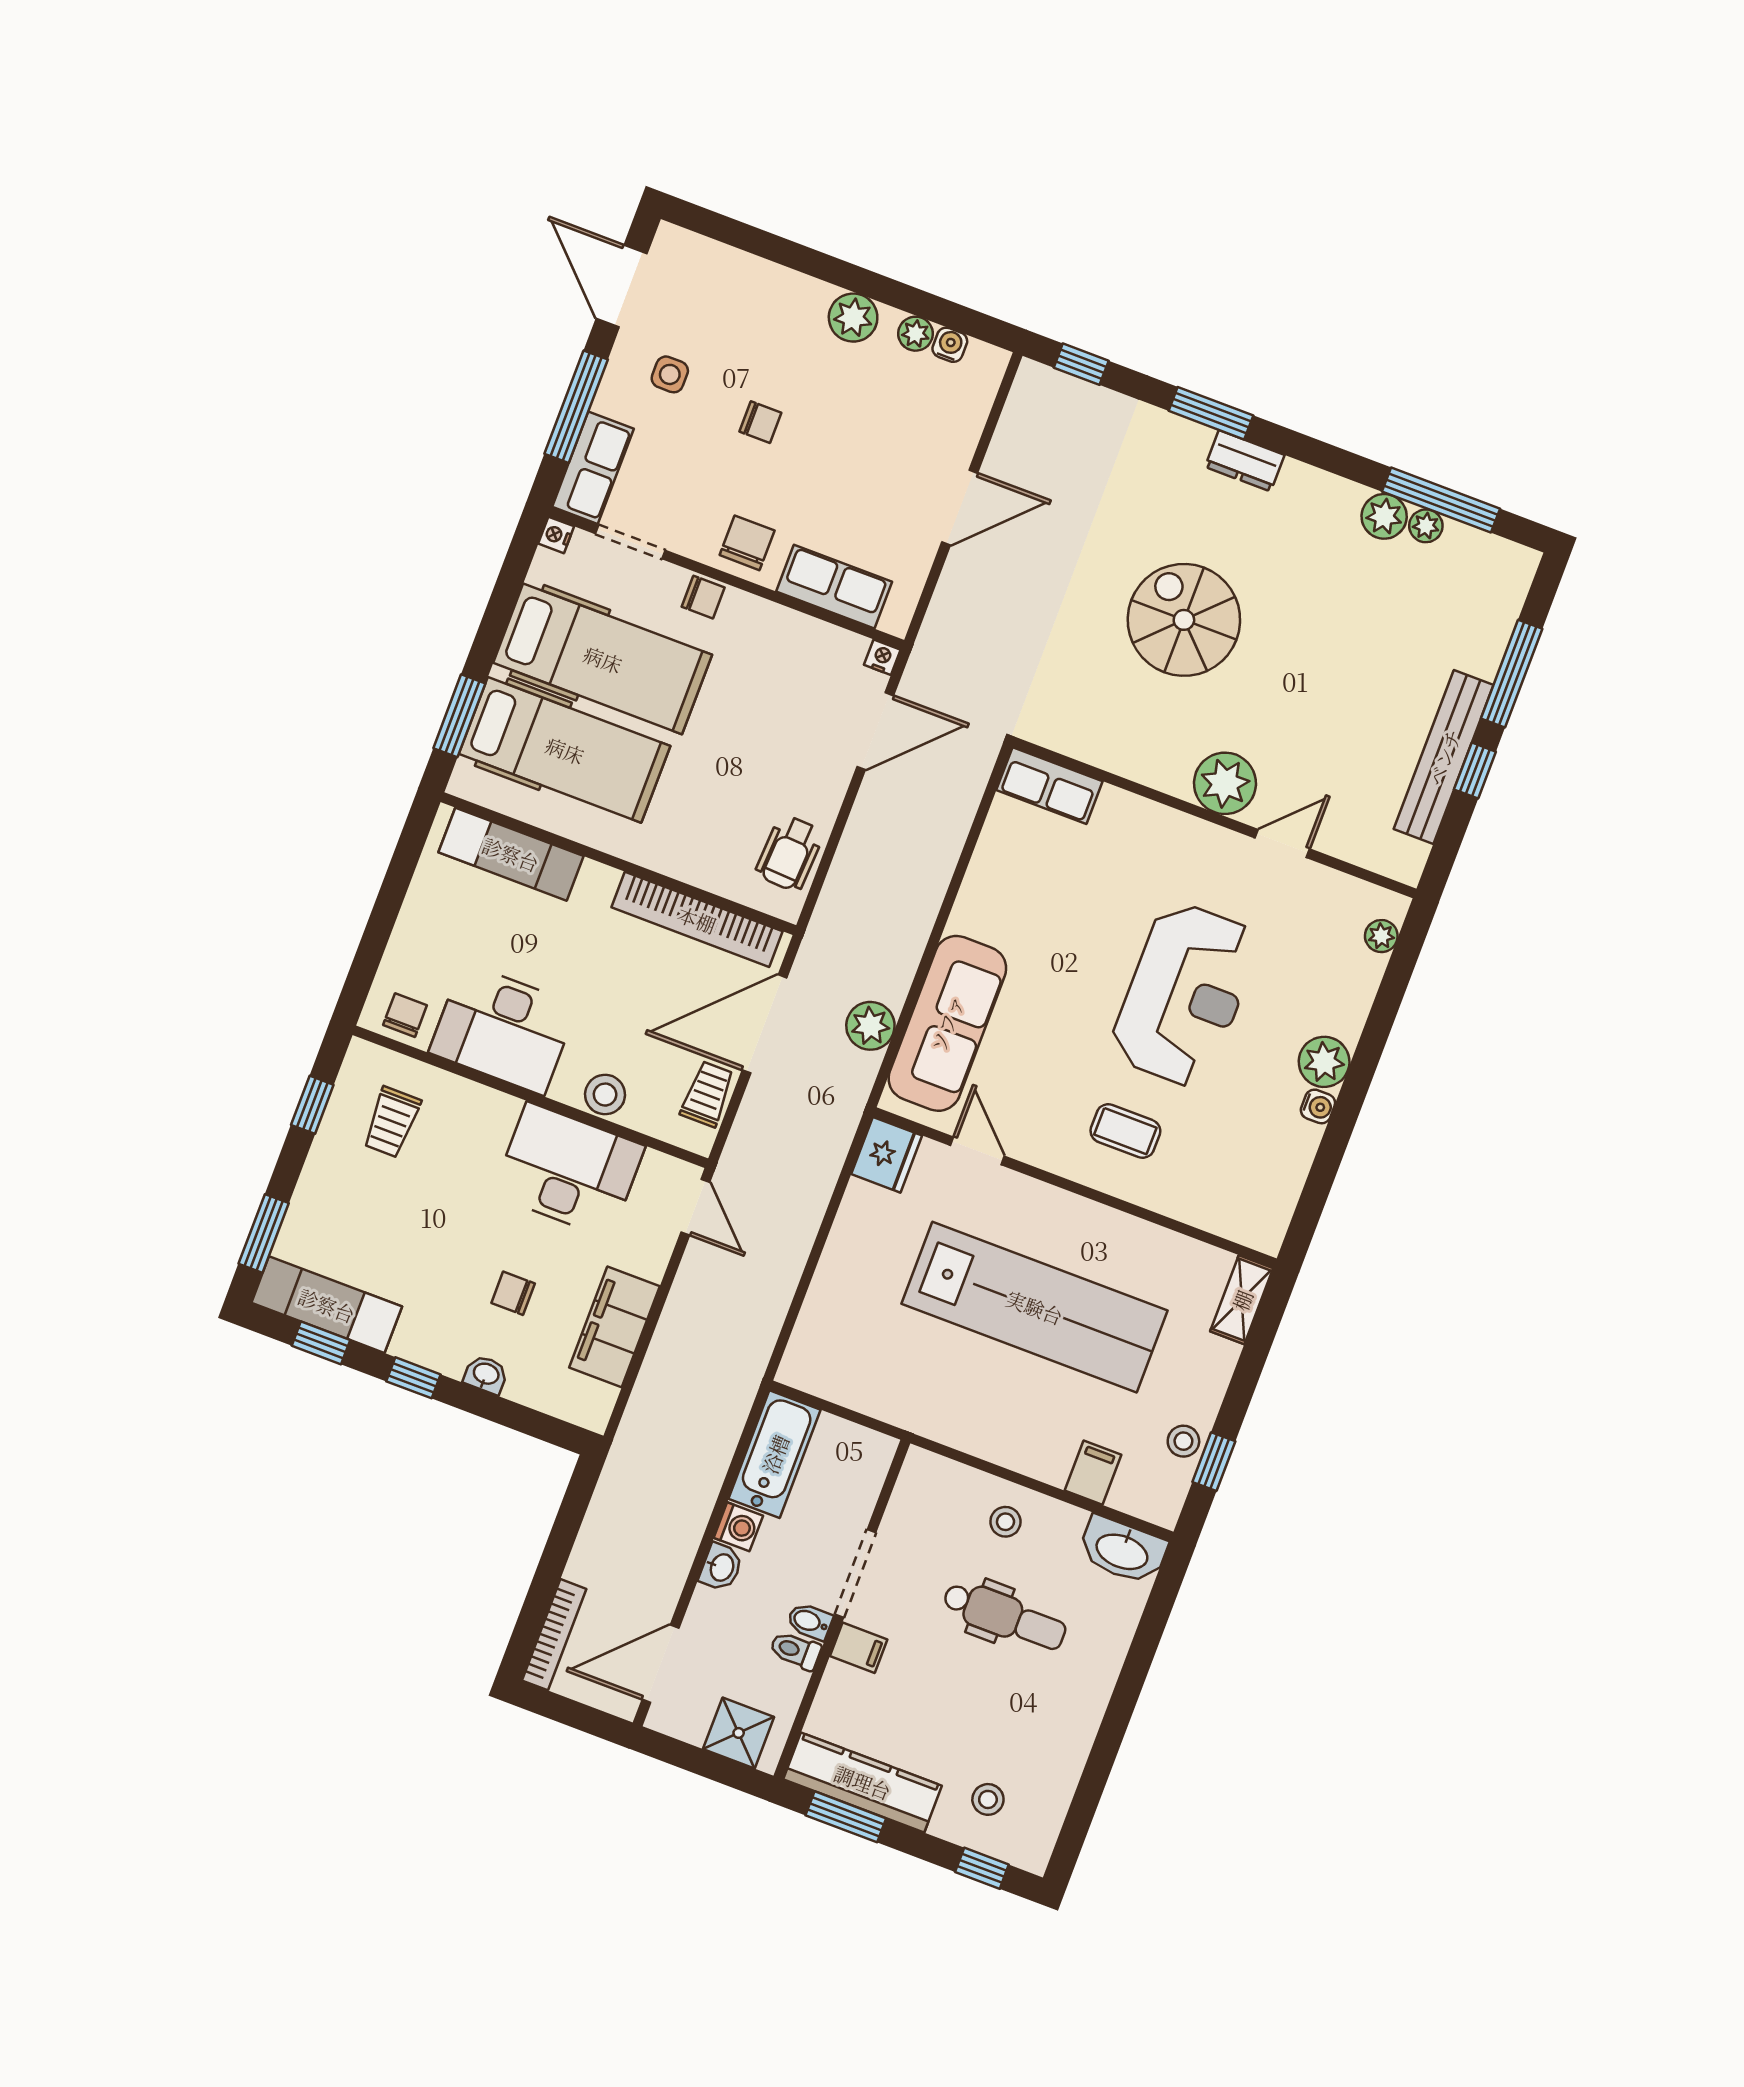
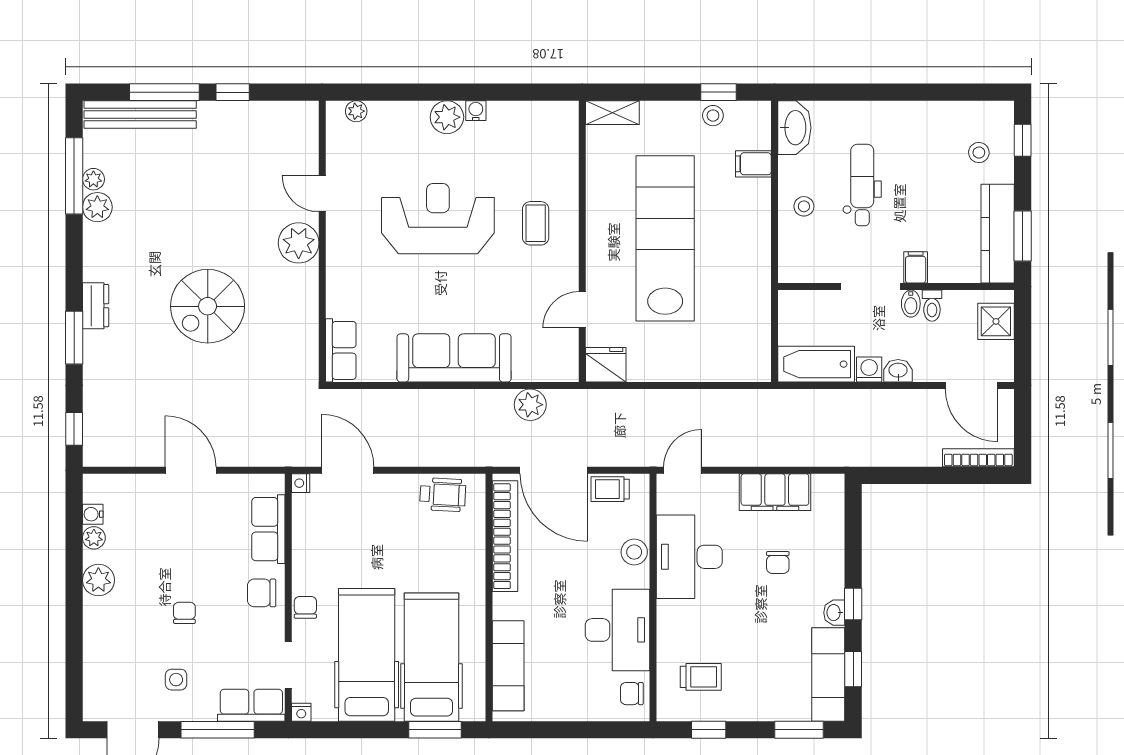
bench: (1444, 757) -> (140, 115), moved
sofa: (947, 1023) -> (454, 358), moved
washbasin: (486, 1375) -> (834, 613), moved

